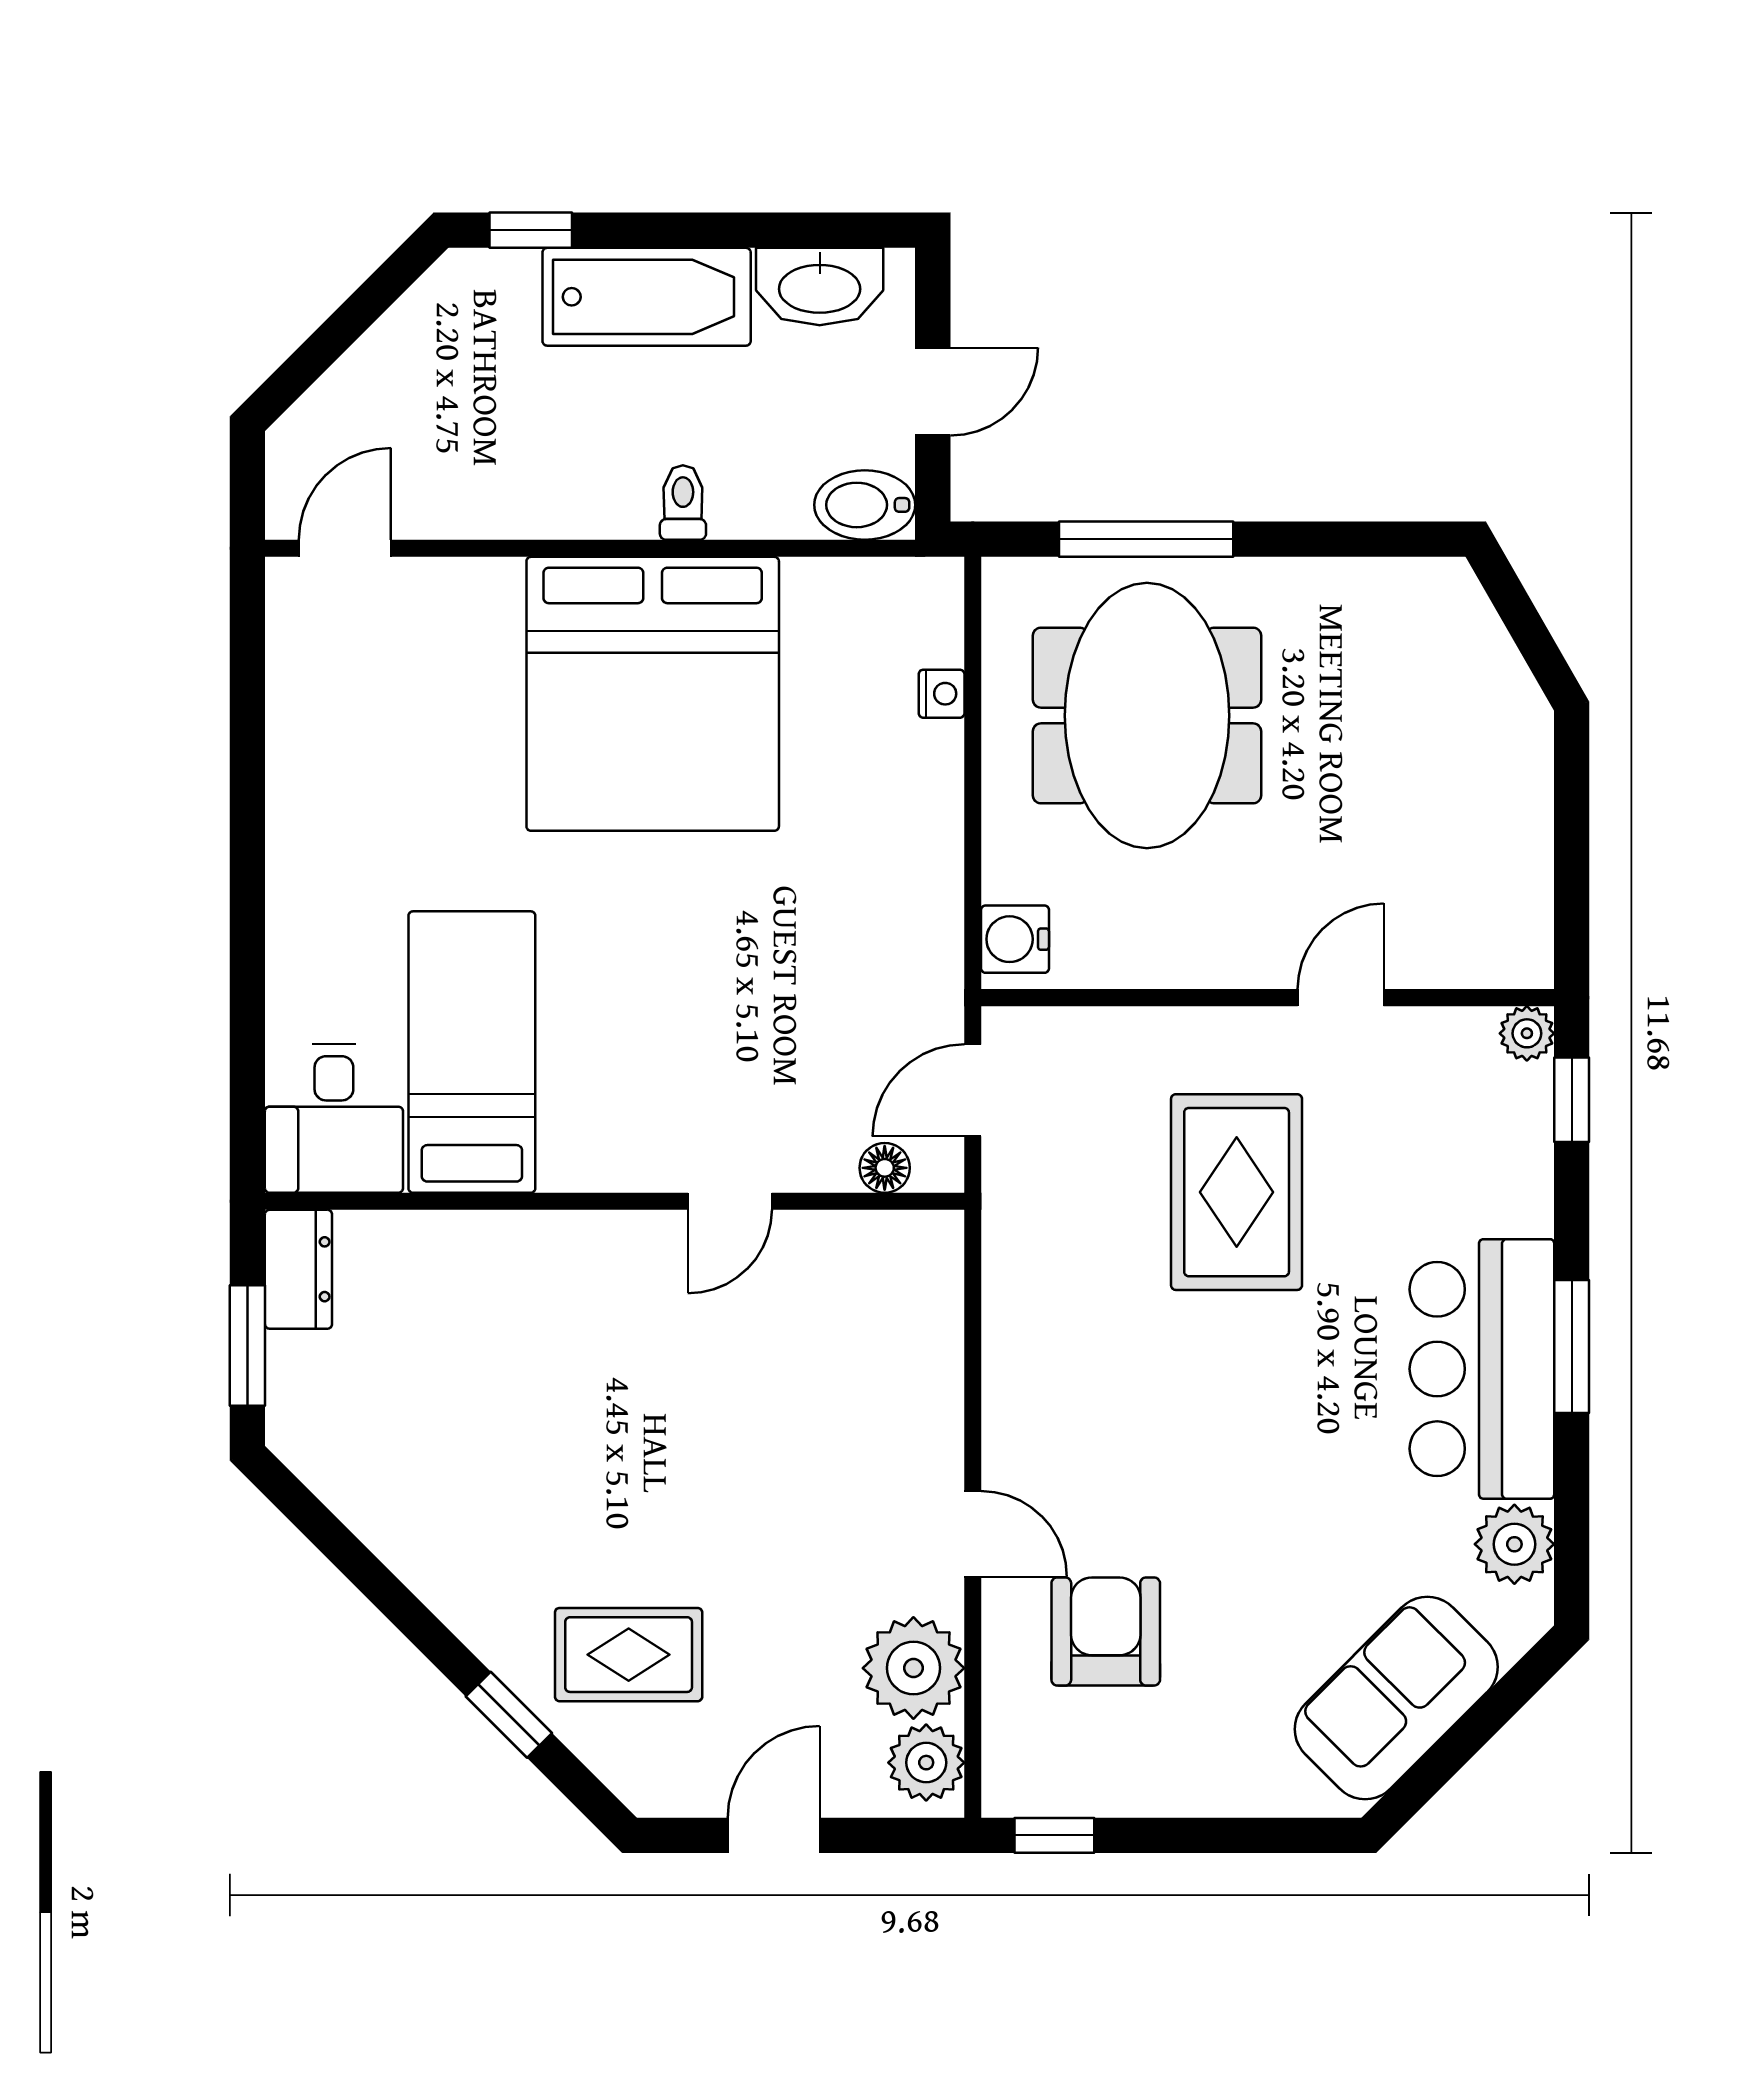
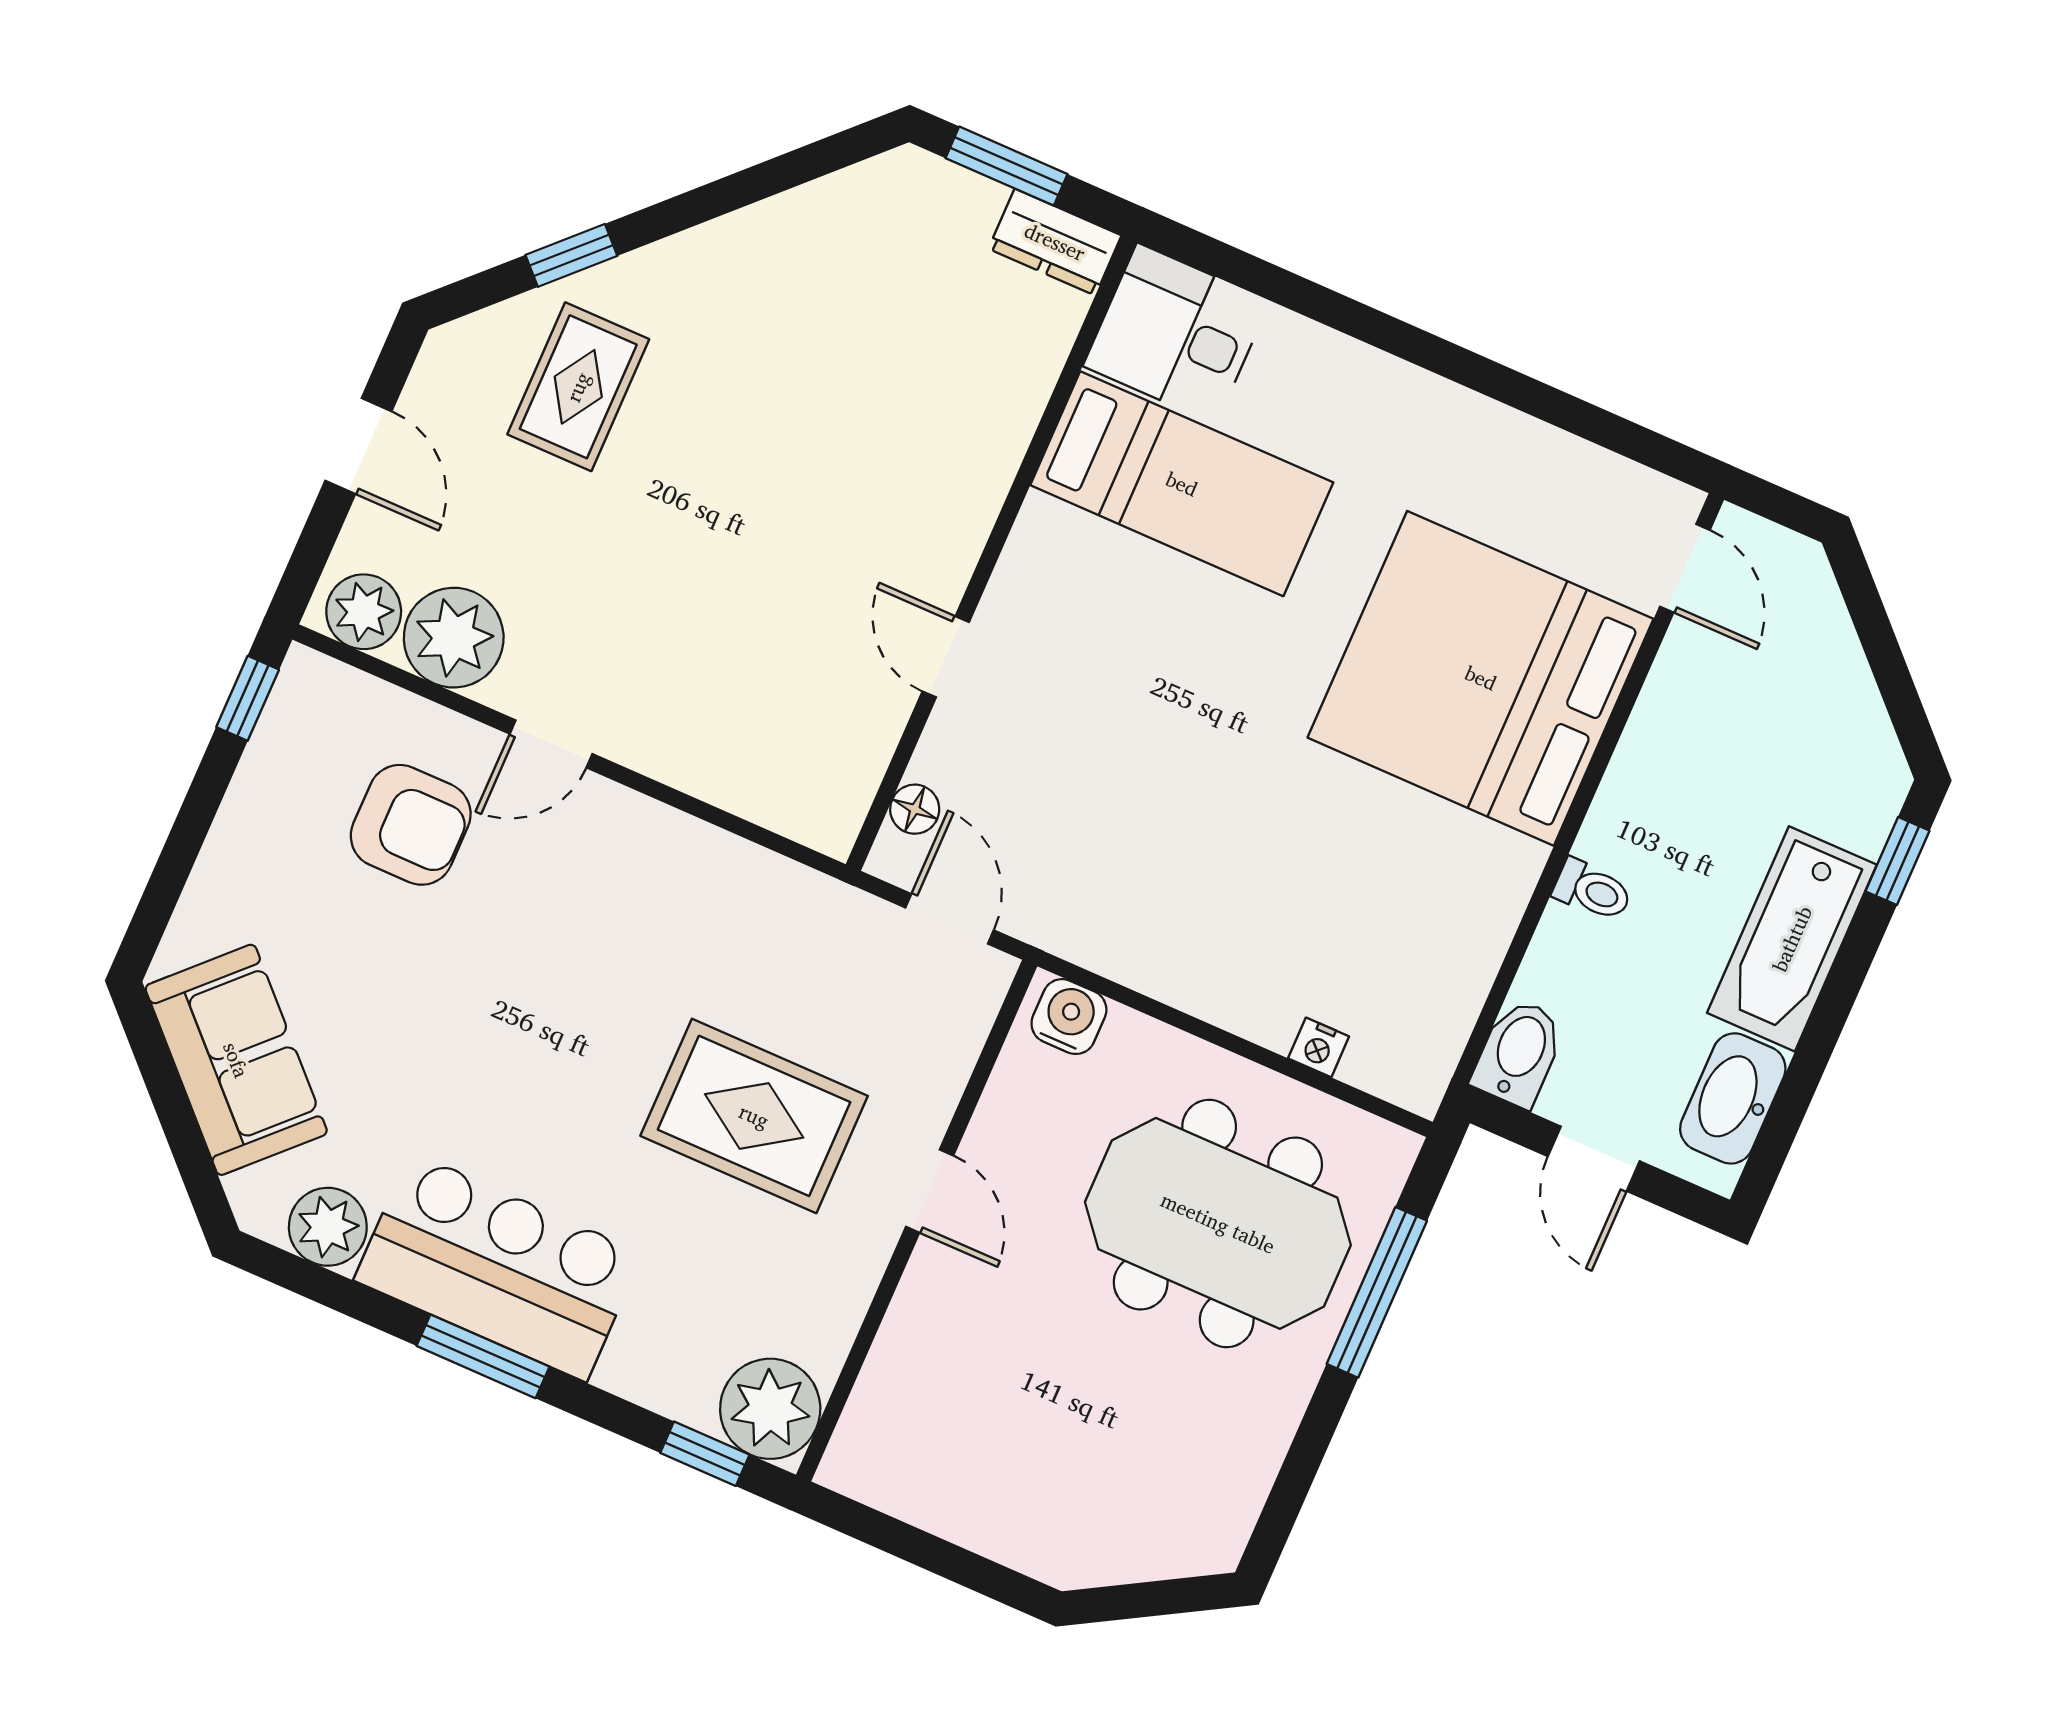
bed: (653, 694) -> (1481, 678), moved
door: (1341, 998) -> (930, 1191), moved
plant: (1527, 1033) -> (770, 1409), width x1.88, depth x1.88

